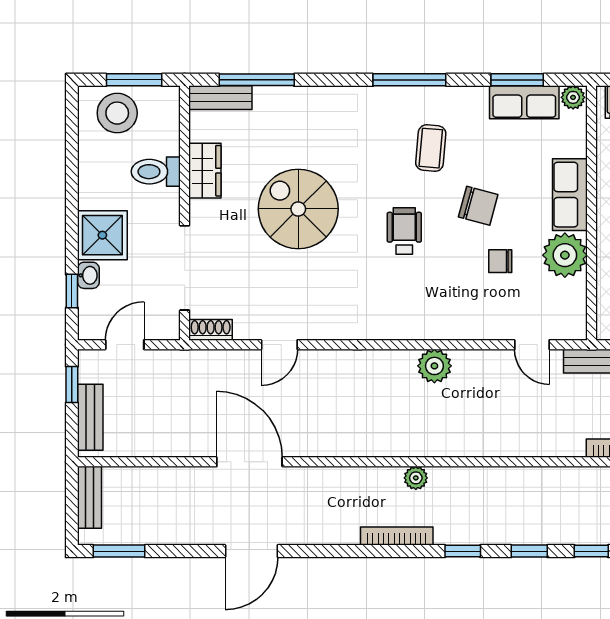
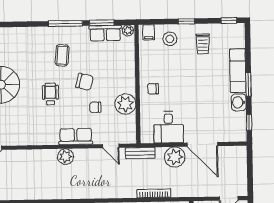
window: (409, 80) -> (65, 23), moved
row of seats: (570, 195) -> (76, 137), moved, turned 90

